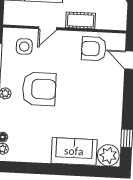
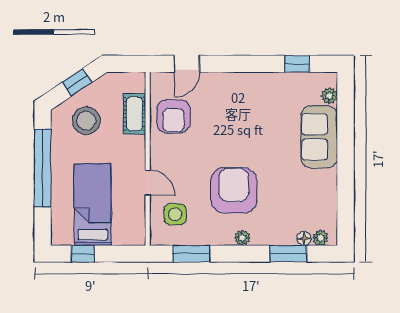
cot: (81, 20) -> (134, 114), moved
plant: (108, 155) -> (329, 96), width x0.53, depth x0.53

